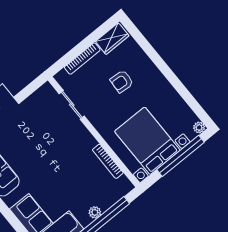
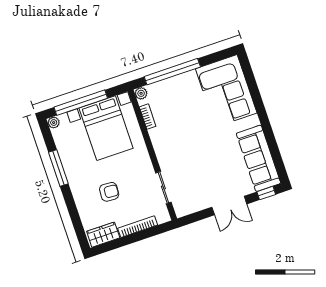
window: (178, 86) -> (58, 168), added
bookcase: (108, 161) -> (148, 117), width x0.64
plant: (95, 212) -> (141, 93), moved

